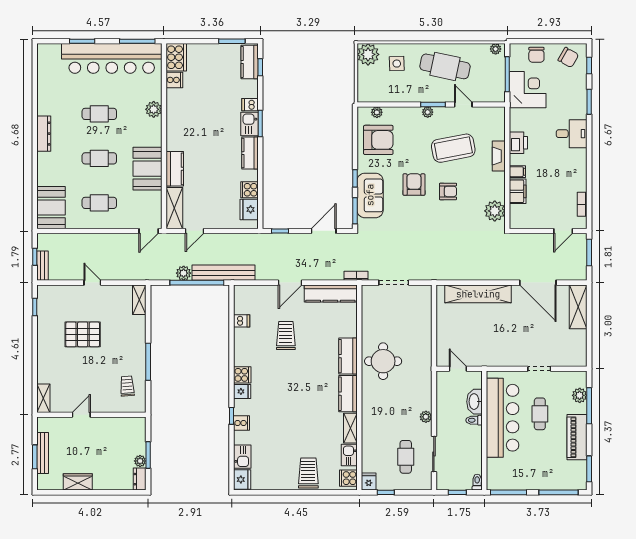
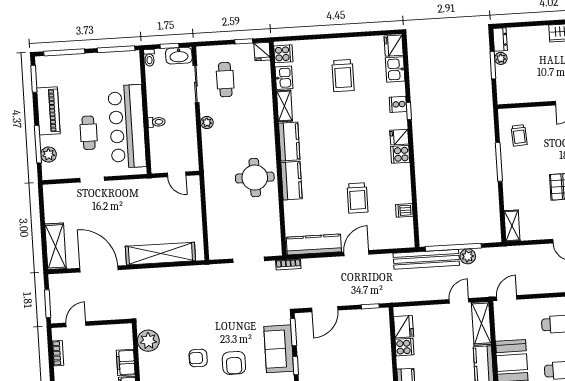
washbasin: (474, 402) -> (179, 56), moved, turned 90
trolley: (308, 473) -> (343, 75), moved

